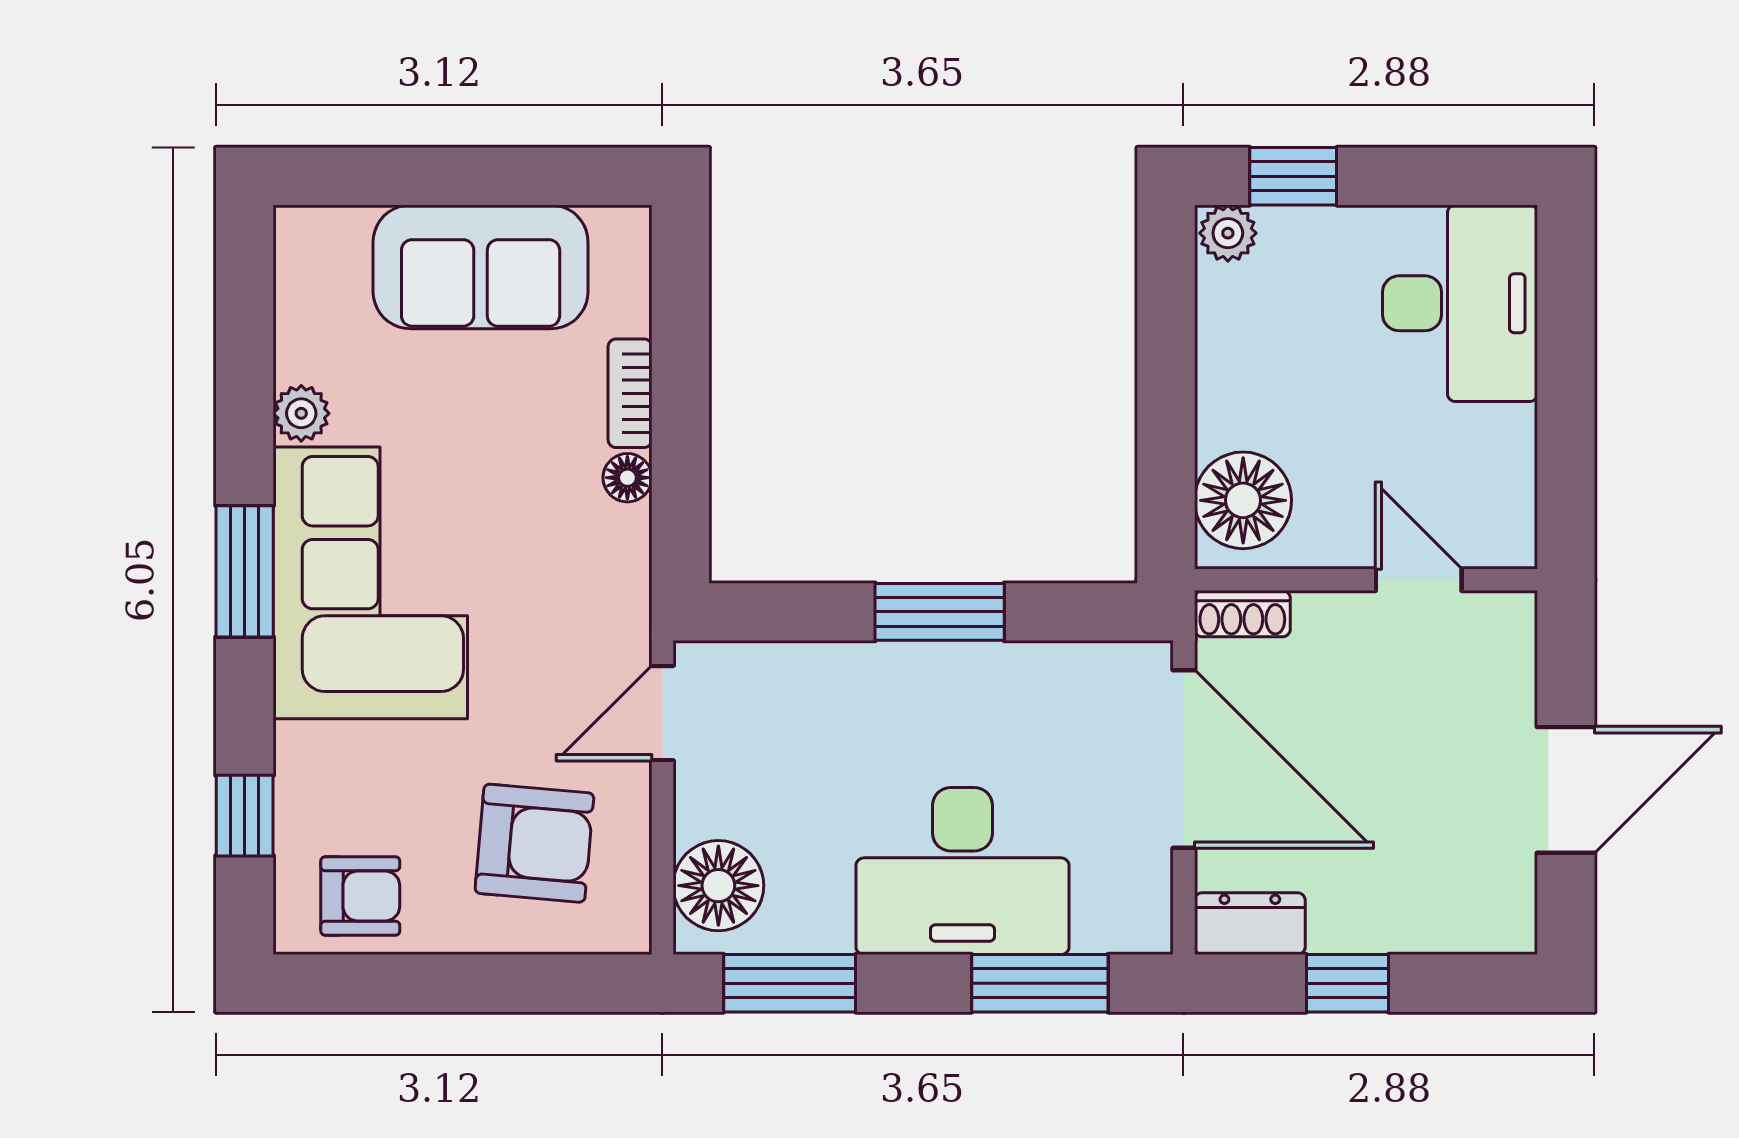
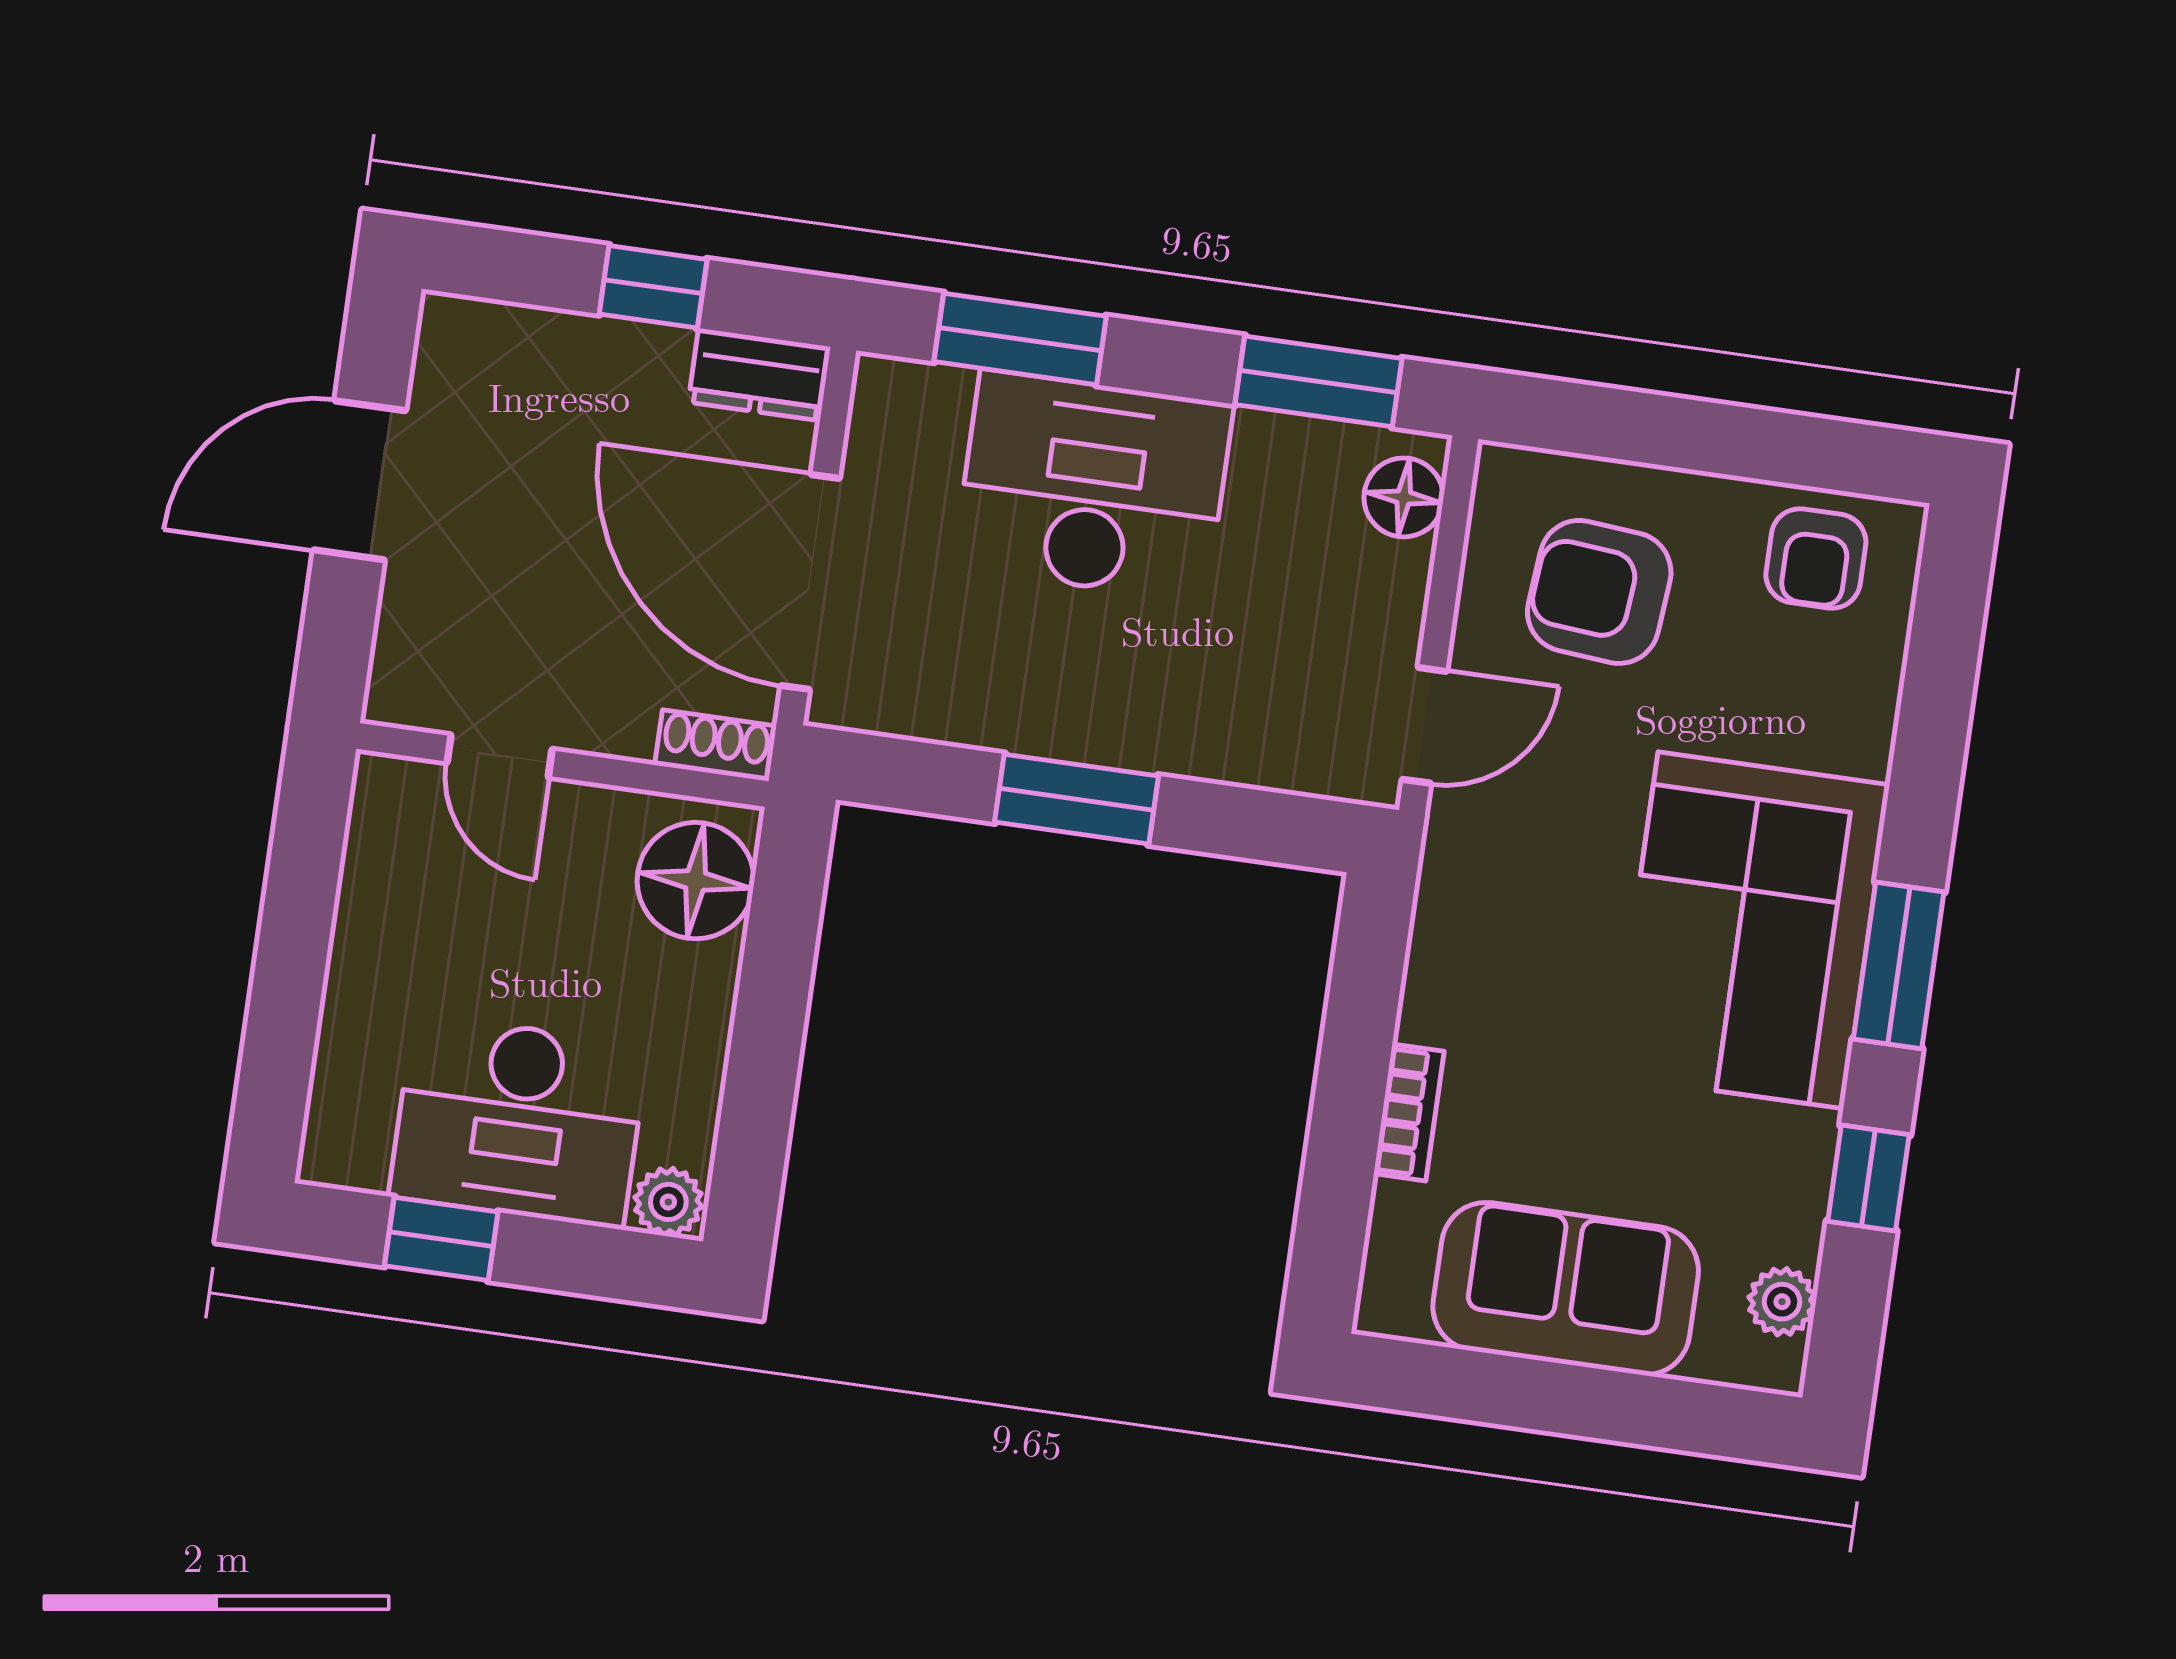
window: (1293, 176) -> (441, 1239), moved
desk: (1460, 303) -> (519, 1121), moved, turned -90
plant: (301, 413) -> (1782, 1302), moved
floor lamp: (627, 478) -> (1426, 1012), removed
window: (245, 816) -> (1868, 1178), moved
floor lamp: (718, 886) -> (1404, 497), width x0.73, depth x0.73
armchair: (360, 896) -> (1816, 558), turned -90

